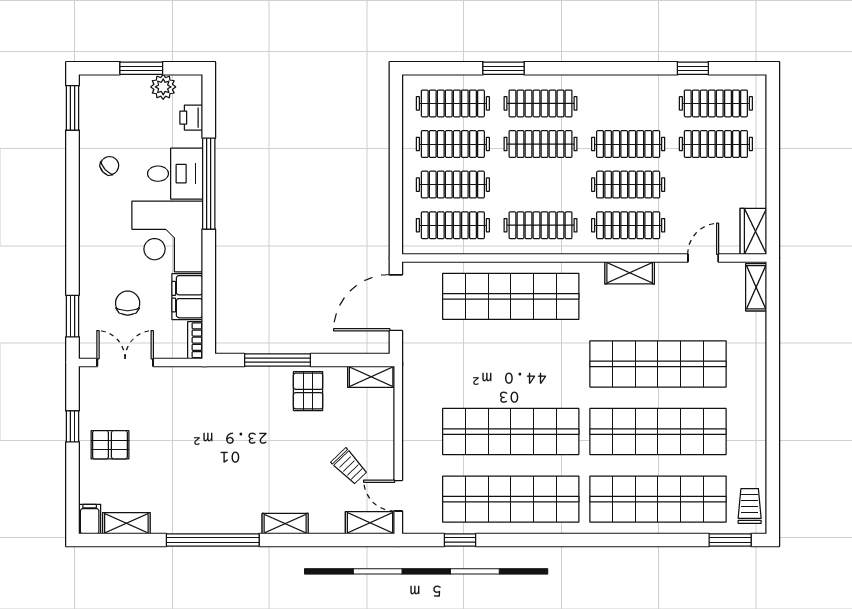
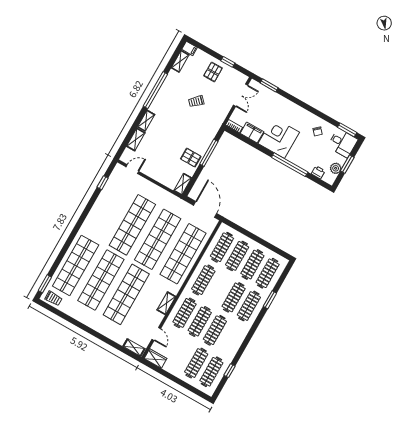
desk: (175, 174) -> (343, 143), moved, turned -90
chair: (128, 303) -> (262, 109), removed
trolley: (349, 466) -> (196, 101), moved
shop shelf: (511, 499) -> (158, 239), moved
shelving: (370, 523) -> (136, 139), moved

